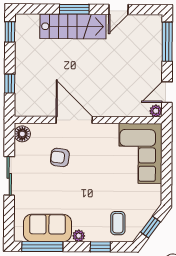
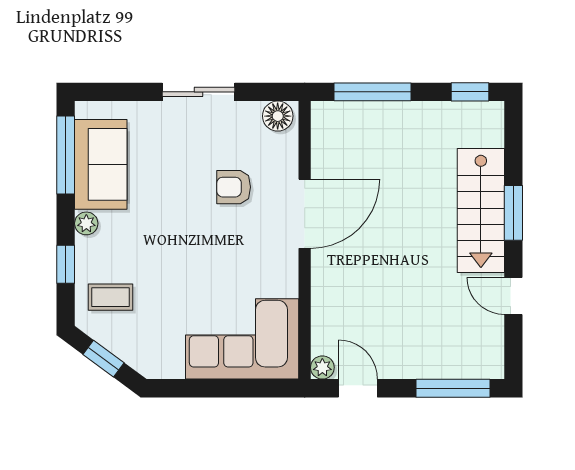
window: (10, 84) -> (372, 92), width x2.17
armchair: (60, 157) -> (234, 187), turned -97

